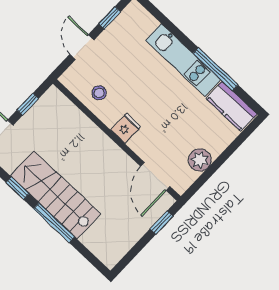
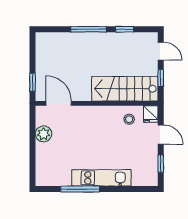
kitchen counter: (231, 106) -> (53, 178), removed
fridge: (126, 128) -> (151, 114), moved
stairs: (55, 195) -> (125, 89), moved, turned 180

